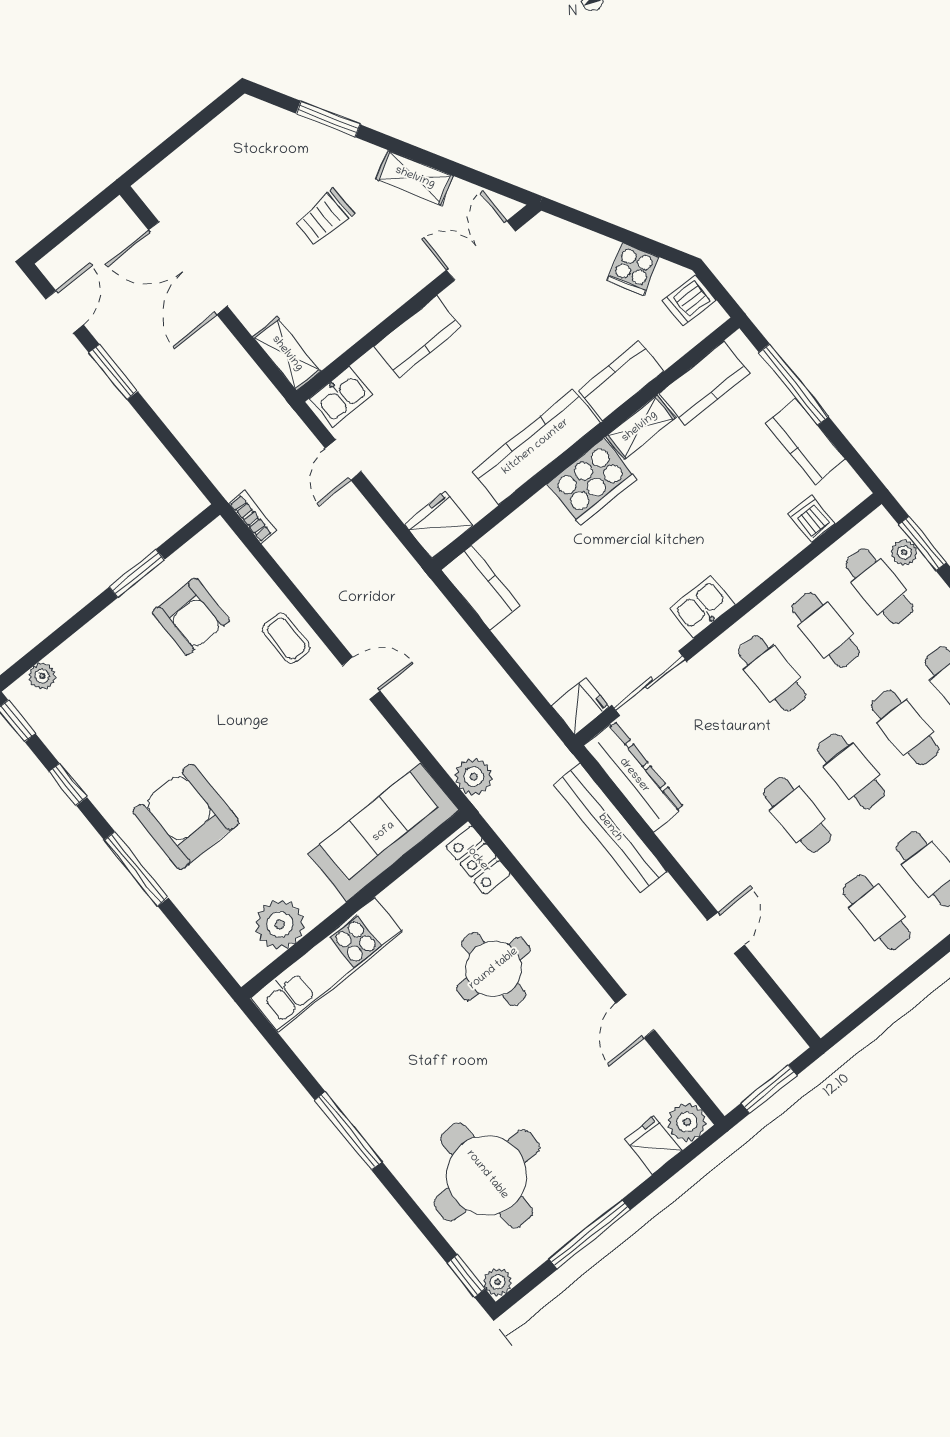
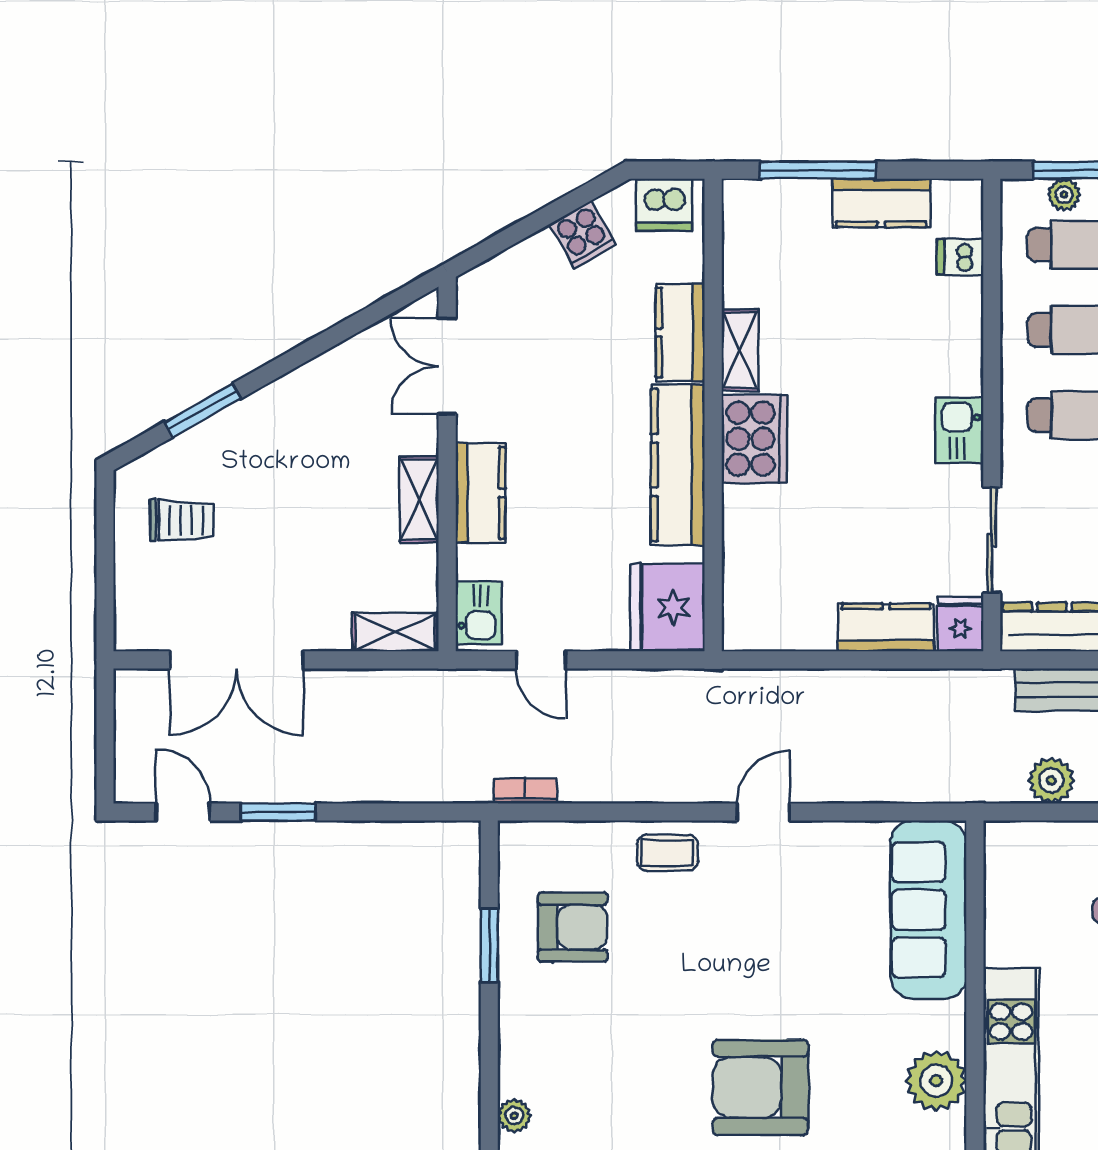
shelving: (415, 178) -> (419, 499), moved, turned -61
trolley: (324, 217) -> (182, 520), moved, turned -89
dishwasher: (690, 300) -> (664, 205), width x1.38
kitchen counter: (704, 383) -> (747, 255), removed
fridge: (438, 525) -> (667, 608), width x1.36, depth x1.34
kitchen counter: (481, 588) -> (886, 627), moved
plant: (474, 777) -> (1051, 781), moved
locker: (478, 860) -> (1029, 841), removed

